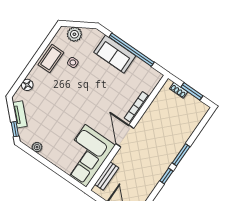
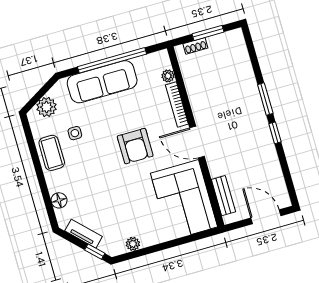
sofa: (115, 54) -> (102, 82), width x1.36
plant: (149, 89) -> (168, 76), added
armchair: (94, 103) -> (135, 146), added

